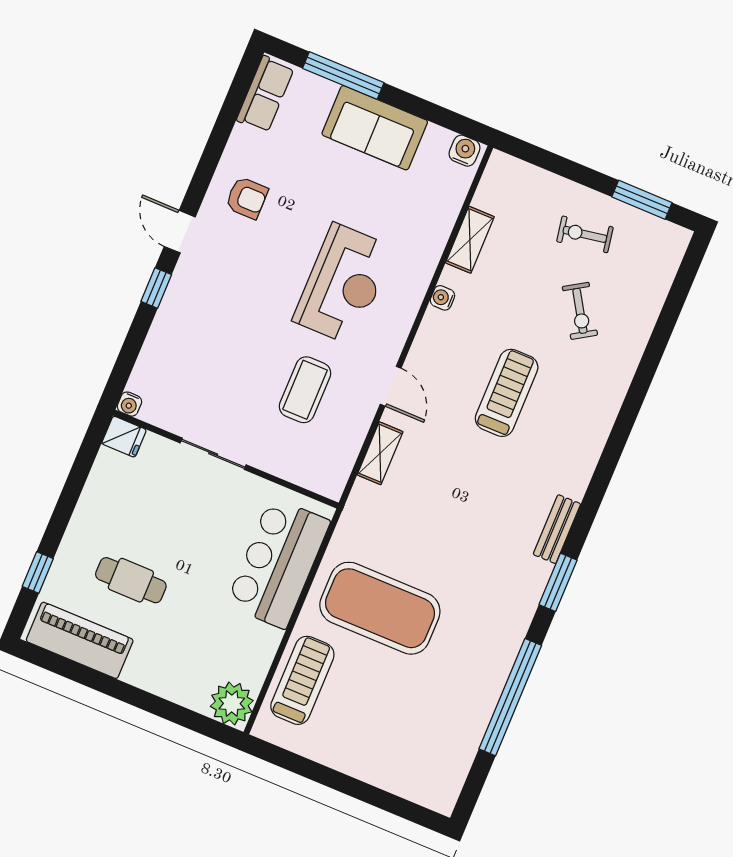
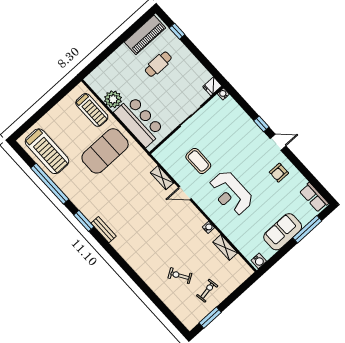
treadmill: (507, 393) -> (47, 151), moved, width x1.37, depth x1.38
plant: (232, 704) -> (113, 99), moved

